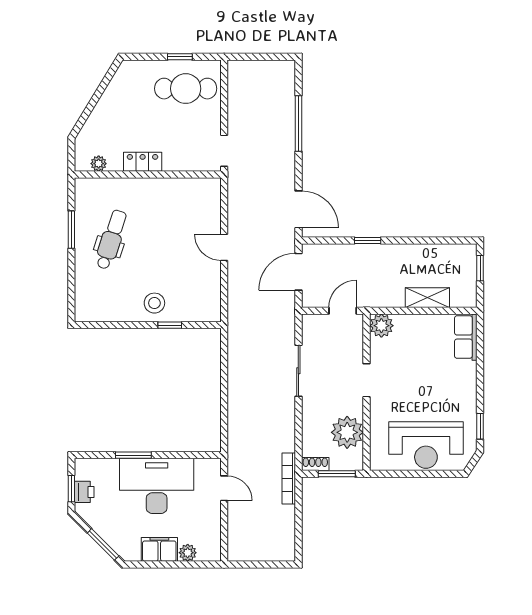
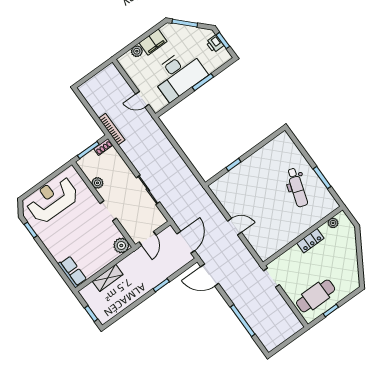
stool: (154, 303) -> (250, 171), removed
plant: (347, 432) -> (97, 183), width x0.53, depth x0.53

